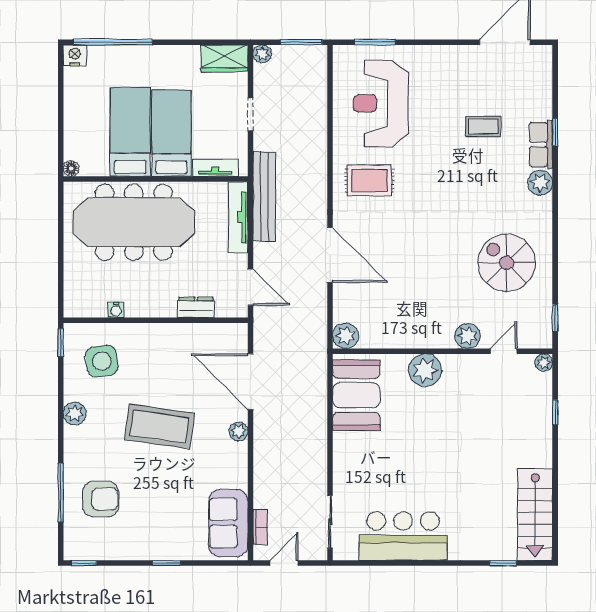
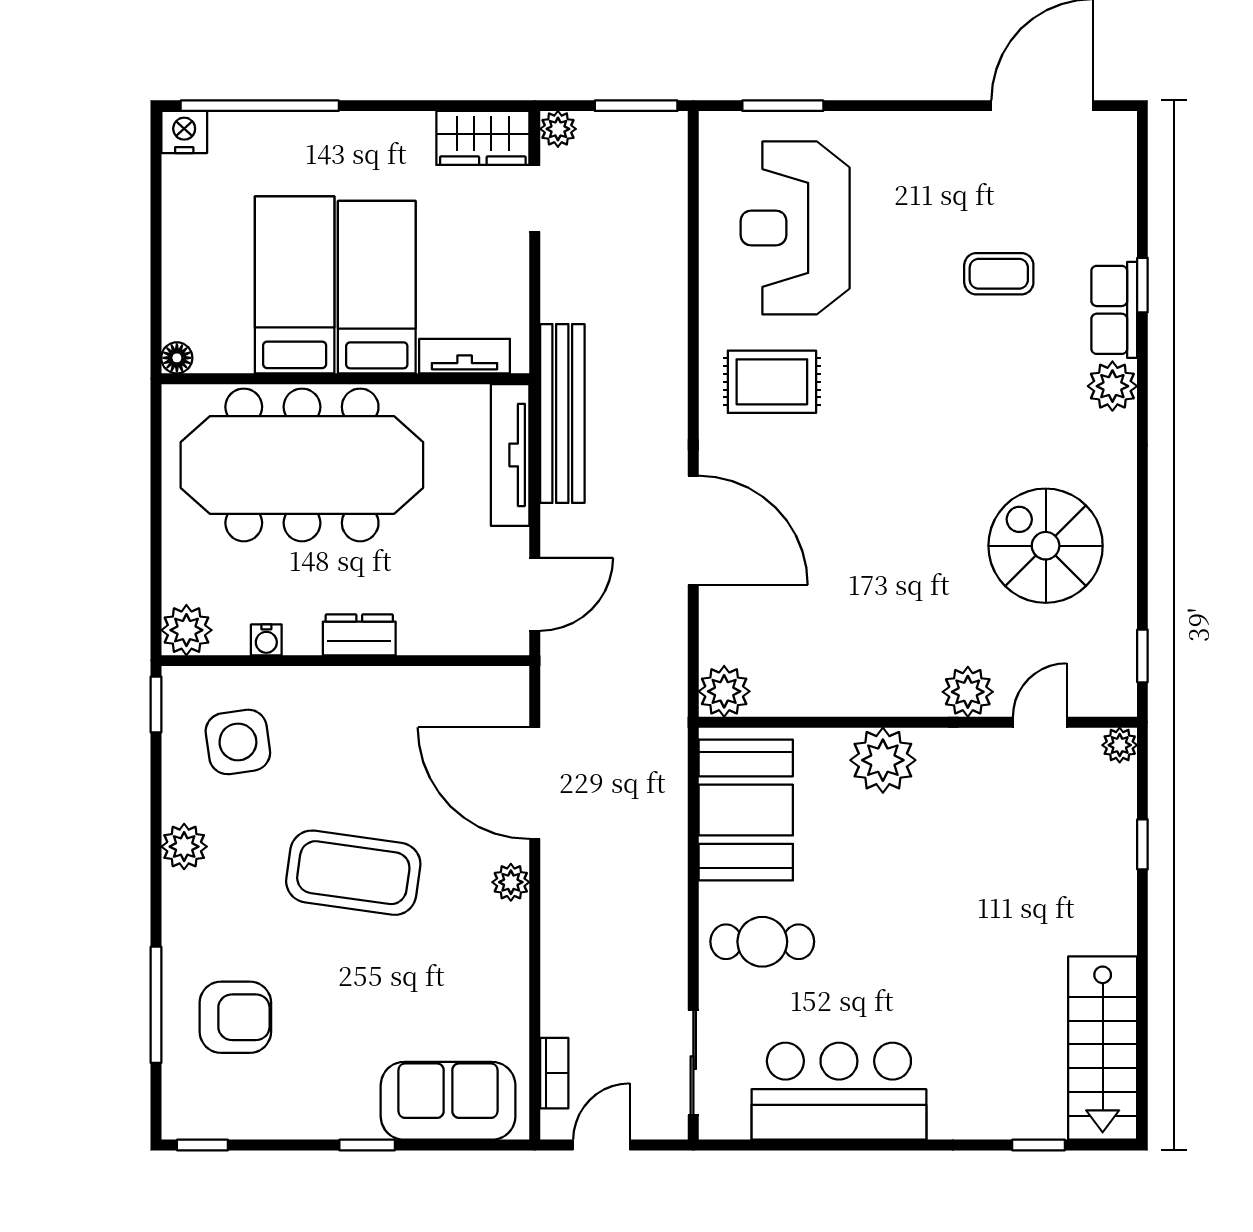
doorway: (251, 114) -> (535, 198), moved
door: (251, 287) -> (535, 594), hinge flipped
plant: (76, 305) -> (186, 630), added
dresser: (196, 307) -> (359, 635), moved
cafe table: (365, 461) -> (762, 942), added
sofa: (228, 523) -> (448, 1101), moved, turned 90

